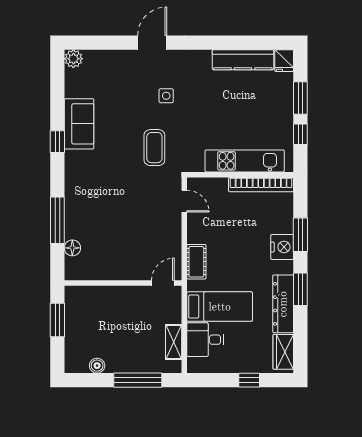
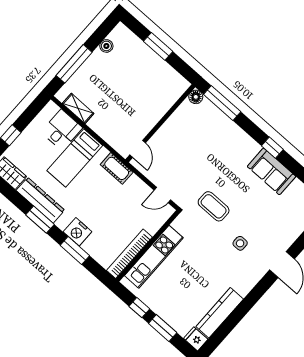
wall: (123, 283) -> (160, 123), moved
door: (163, 283) -> (138, 149), moved

